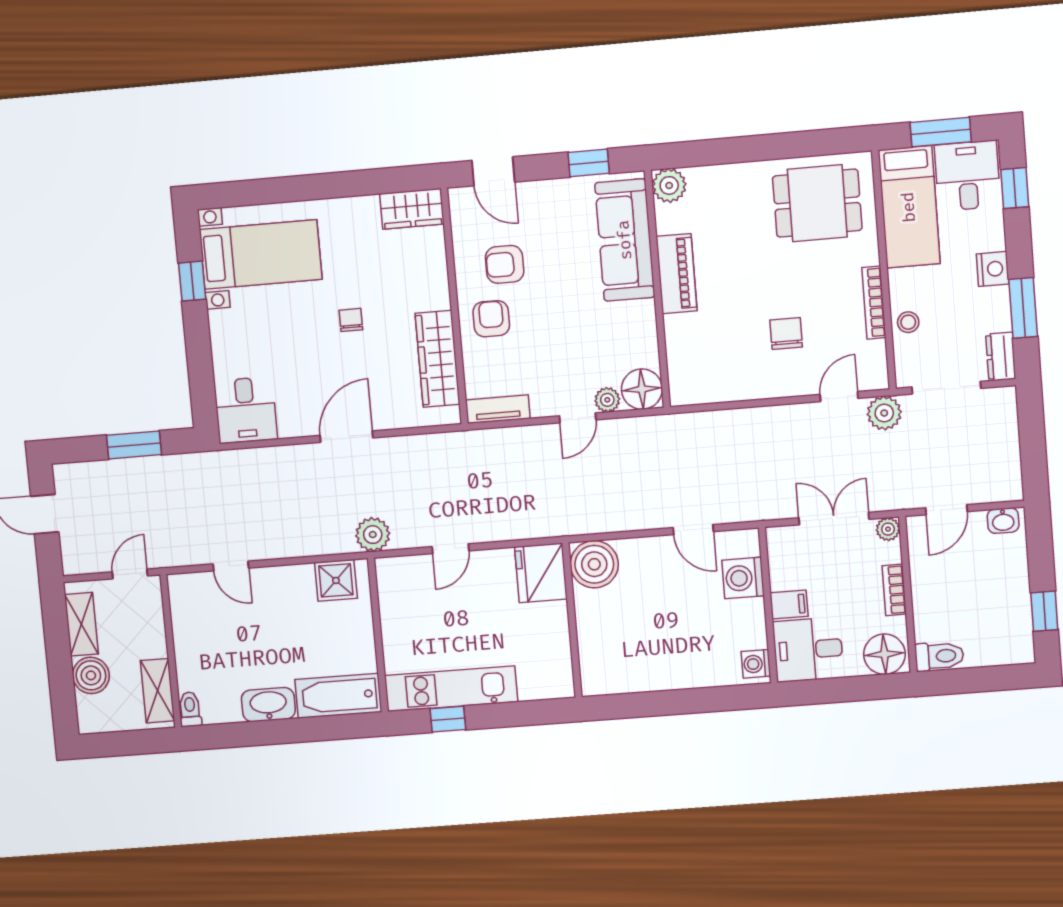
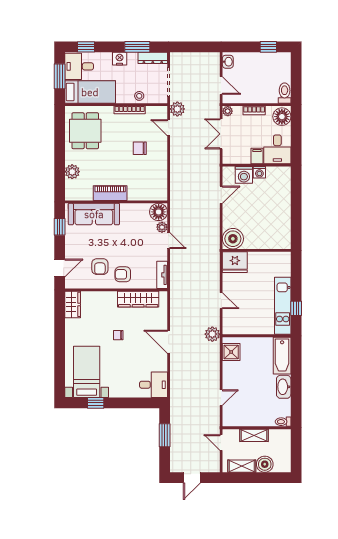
plant: (669, 185) -> (72, 172), moved
dresser: (1001, 357) -> (153, 58), width x1.44
washing machine: (756, 664) -> (259, 172), moved
shelving: (157, 691) -> (254, 435), moved

